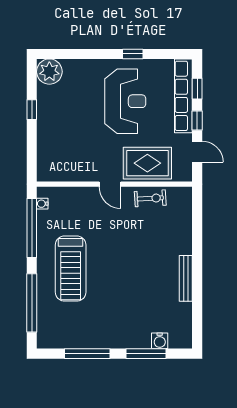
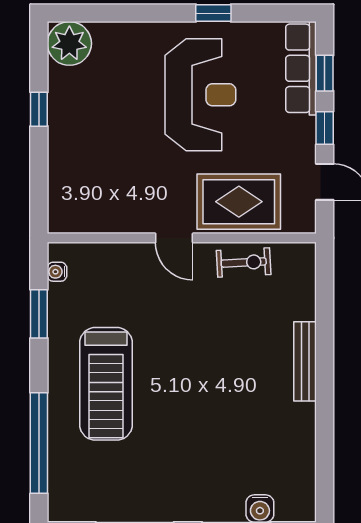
row of seats: (183, 96) -> (301, 68), width x0.73
window: (32, 228) -> (39, 314), width x0.47
bench: (186, 278) -> (305, 361), moved

